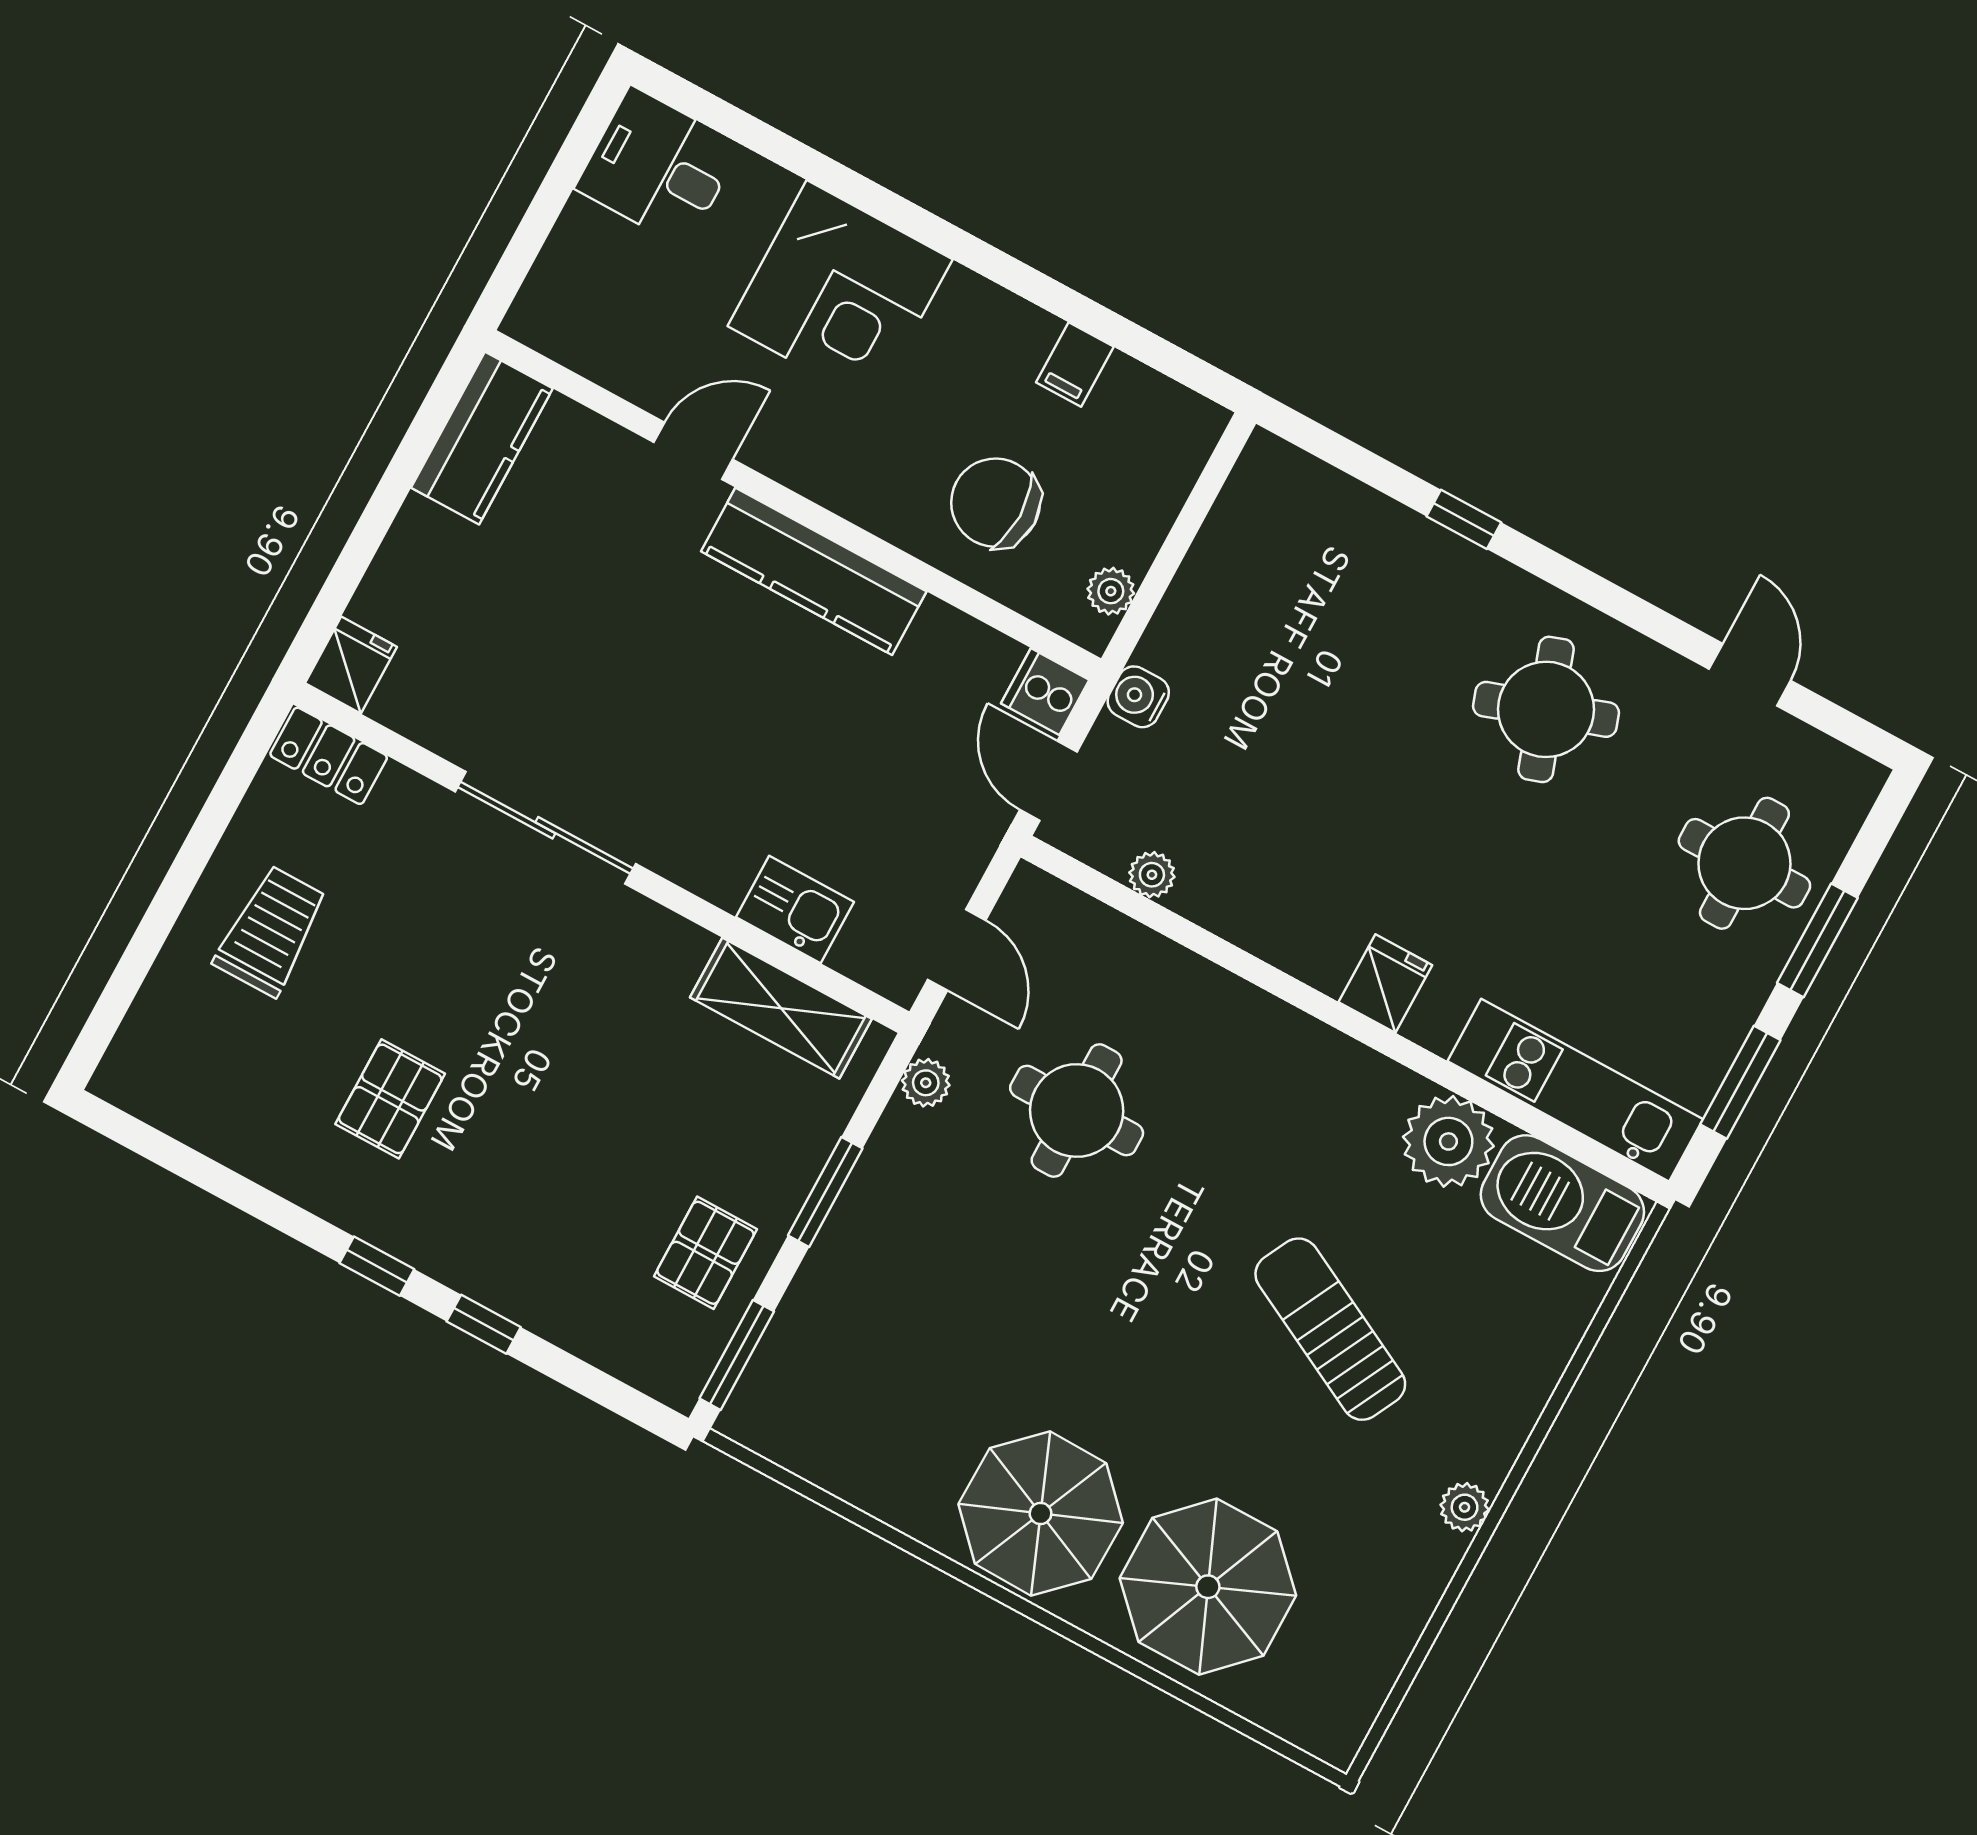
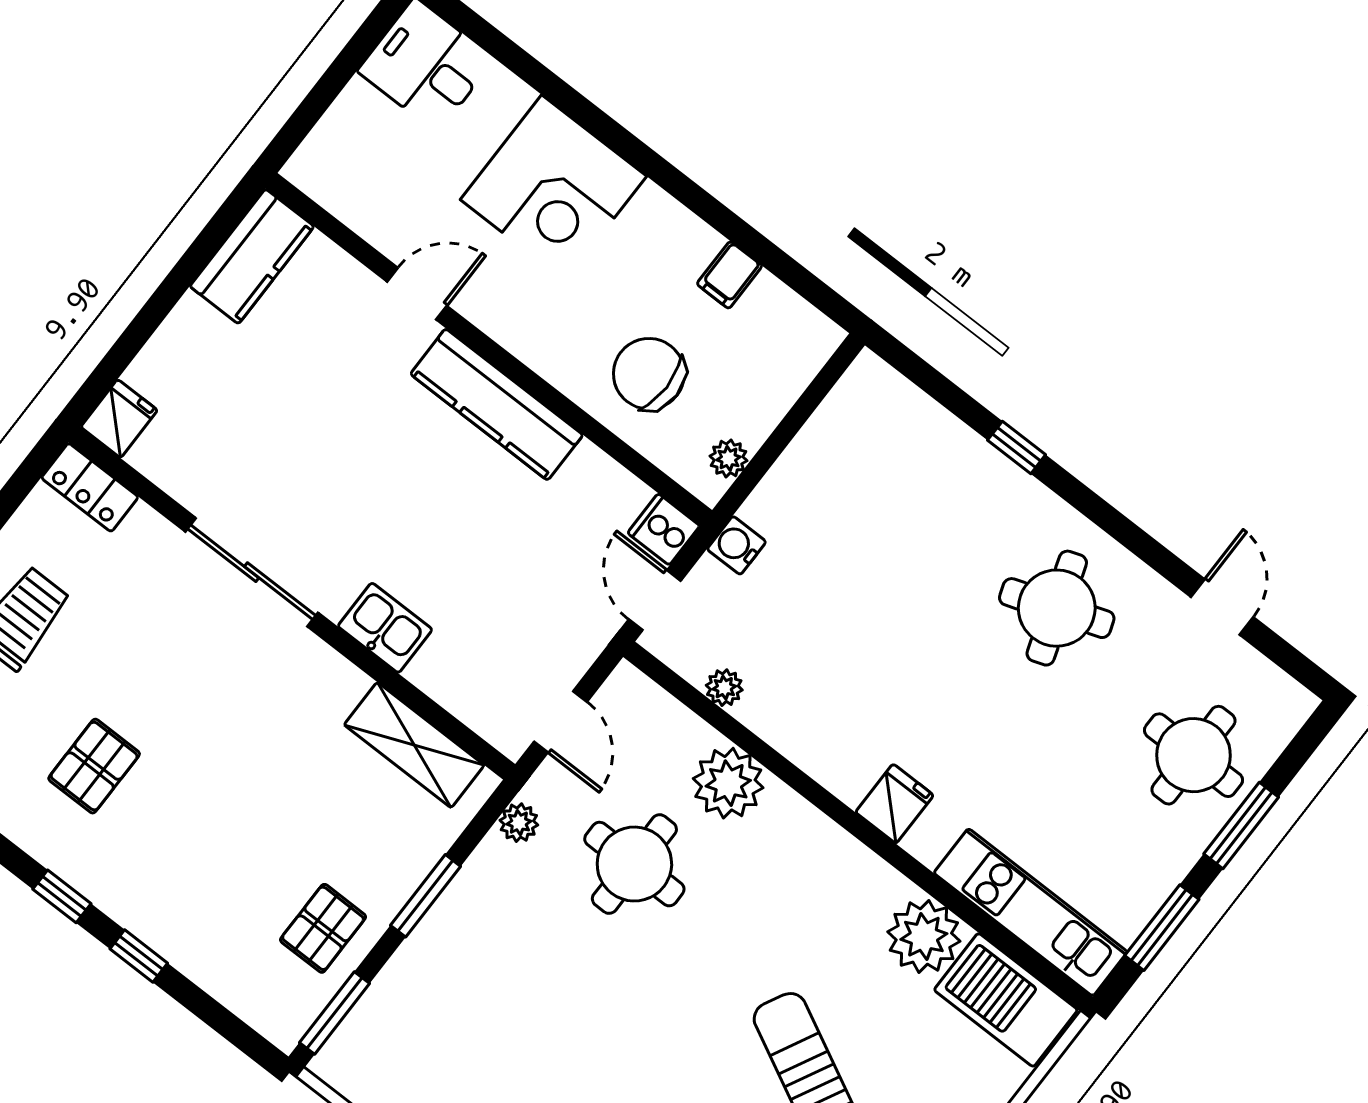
kitchen sink: (795, 910) -> (385, 628), moved
plant: (1176, 992) -> (728, 783), added

